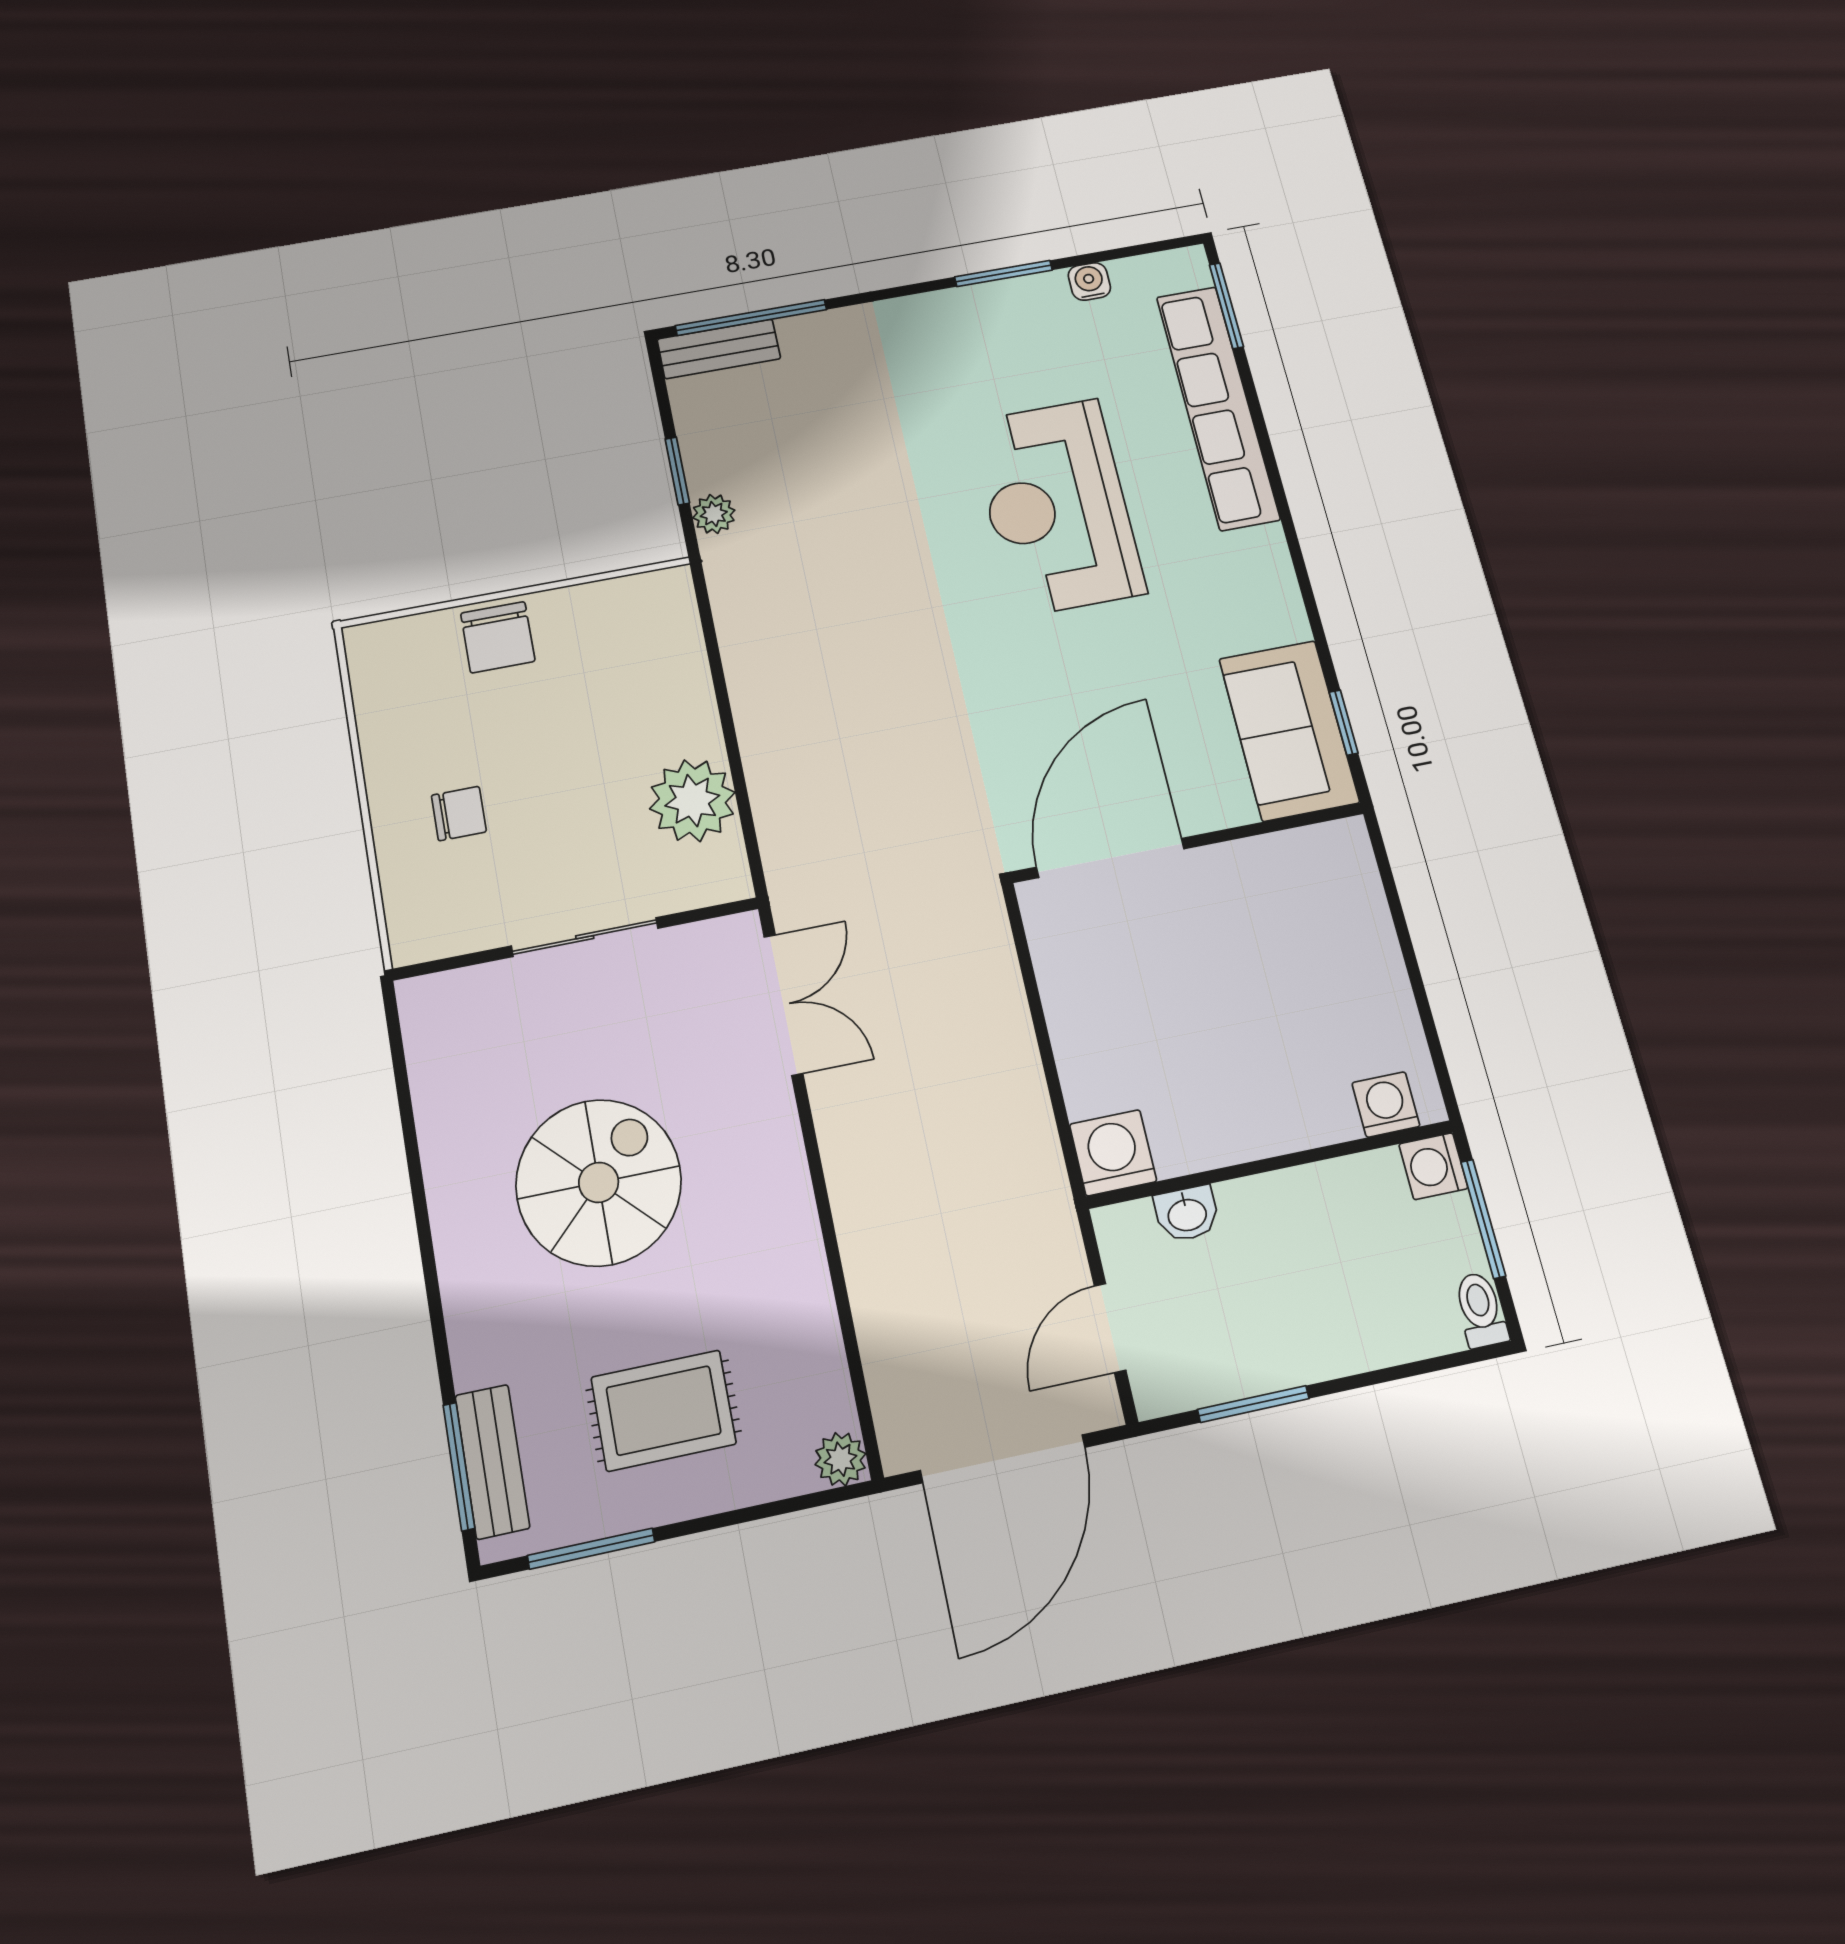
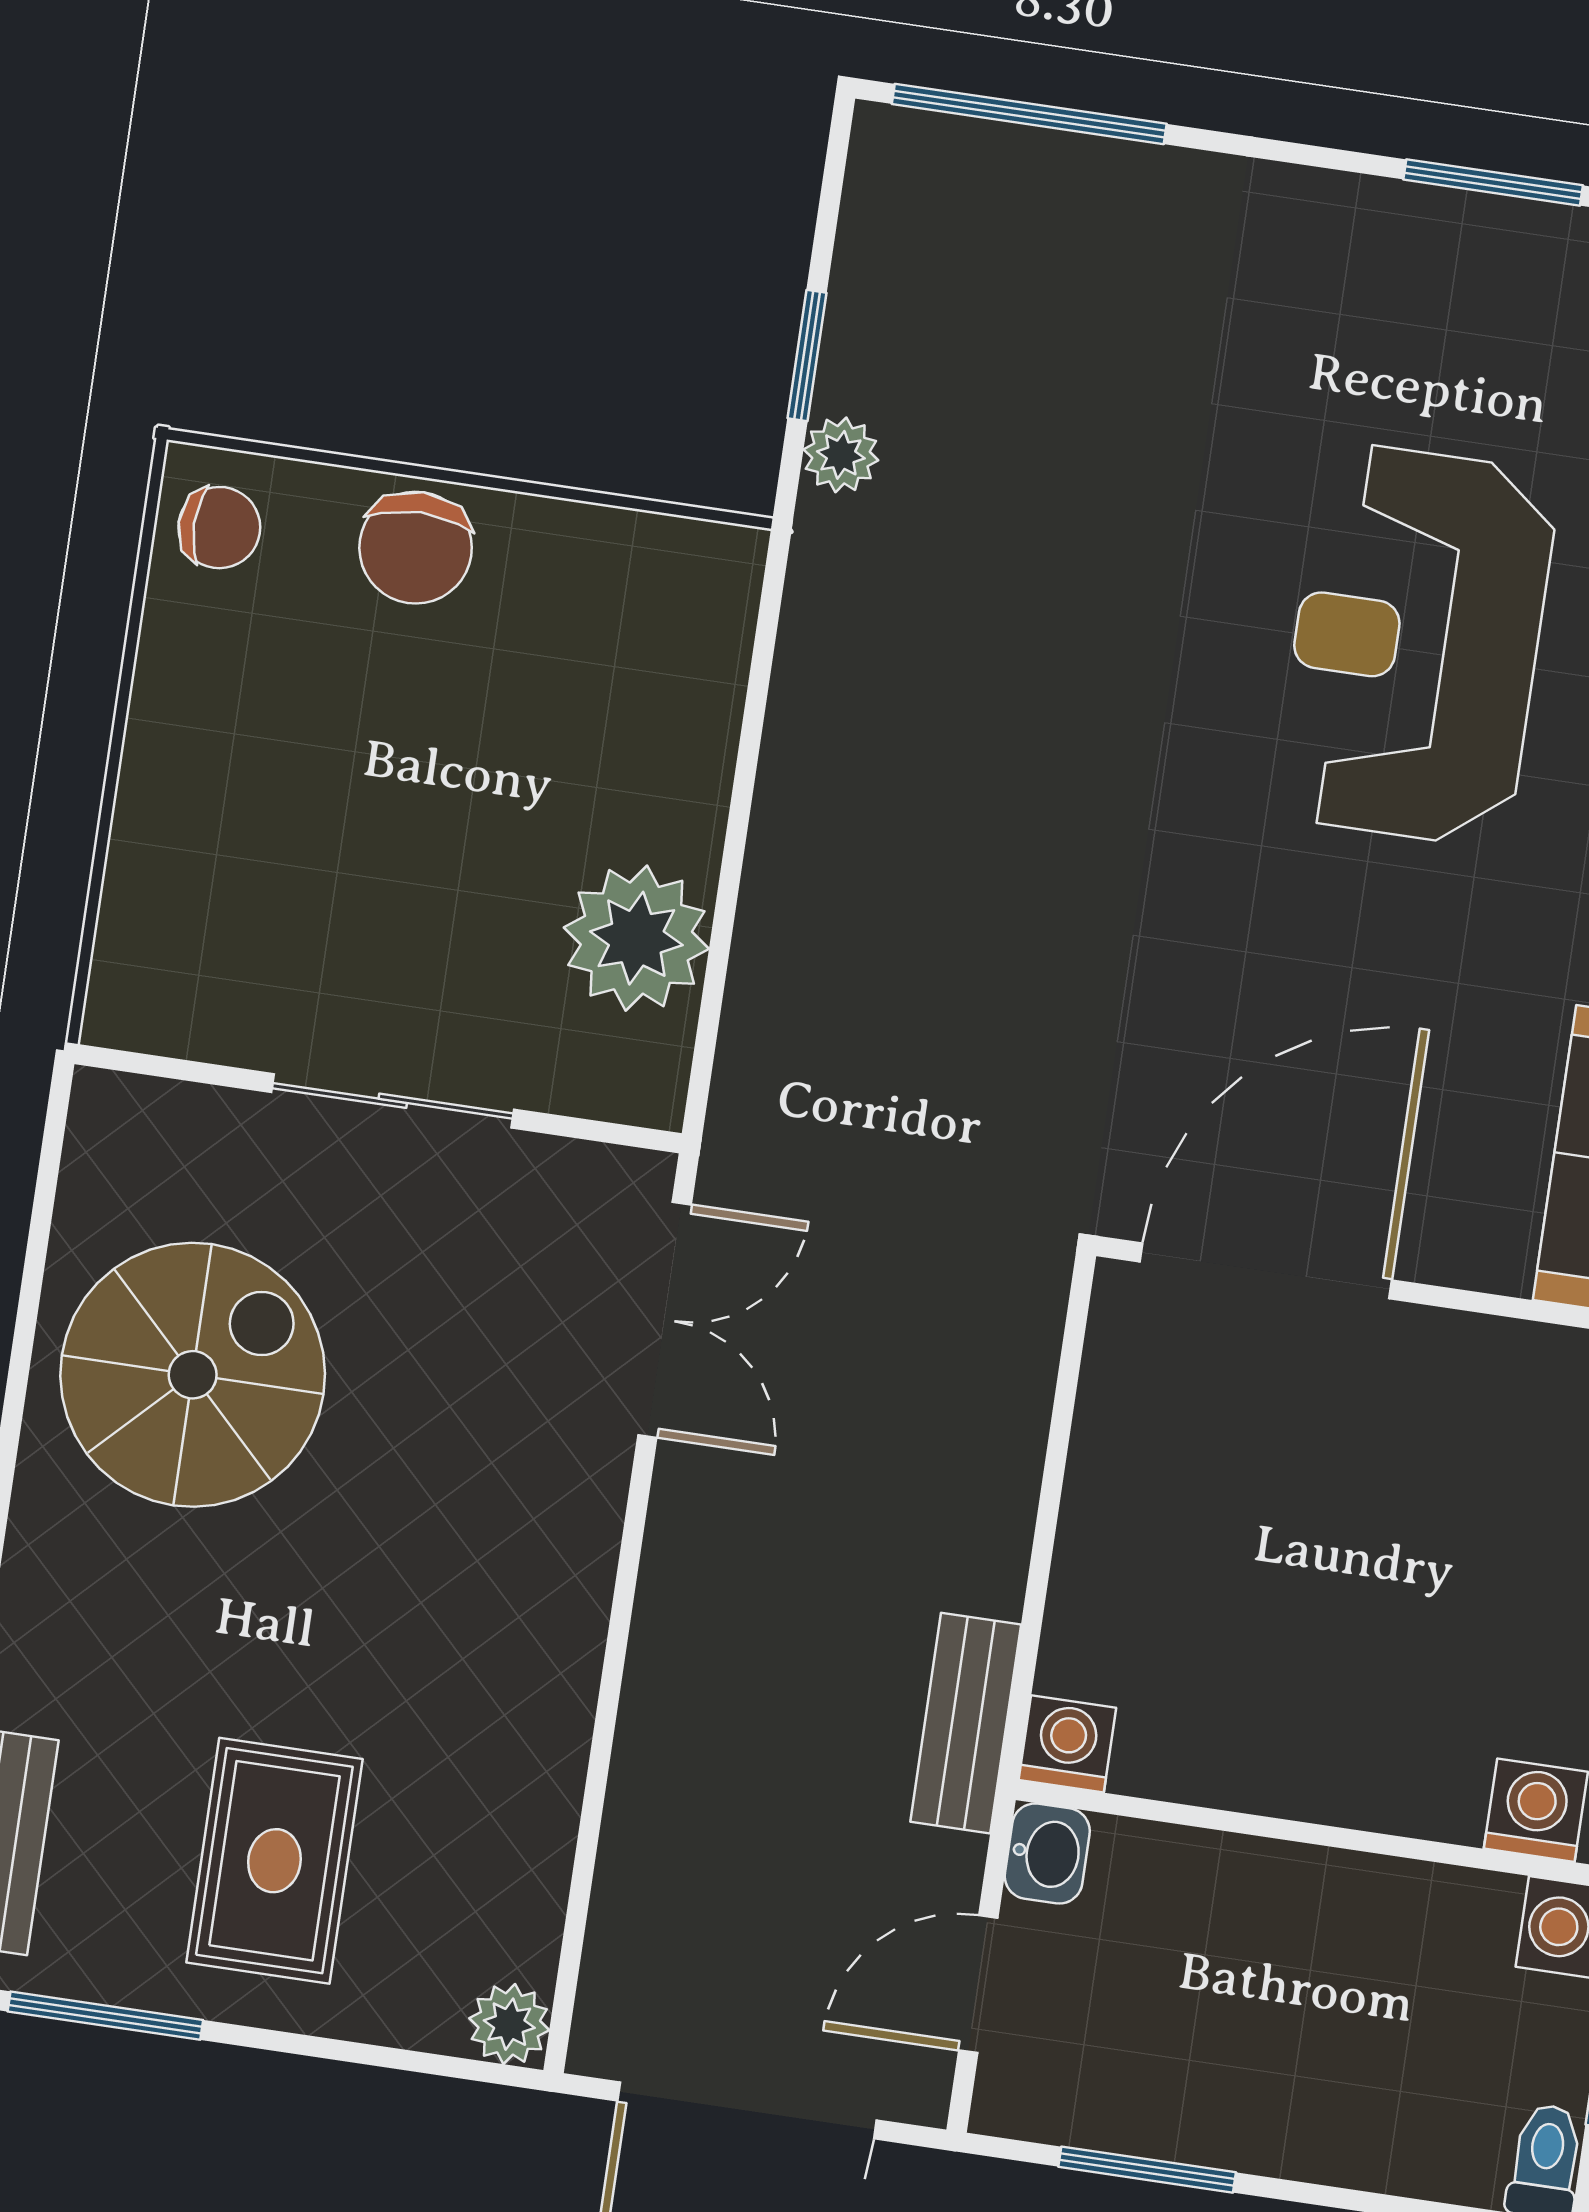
bench: (719, 349) -> (966, 1723), moved, turned 90
chair: (459, 814) -> (219, 528), moved
washing machine: (1113, 1153) -> (1067, 1744), width x0.73, depth x0.73
spiral stairs: (599, 1182) -> (193, 1375), moved
washbasin: (1187, 1214) -> (1047, 1854), moved, turned -90
rug: (663, 1411) -> (274, 1861), turned 90

